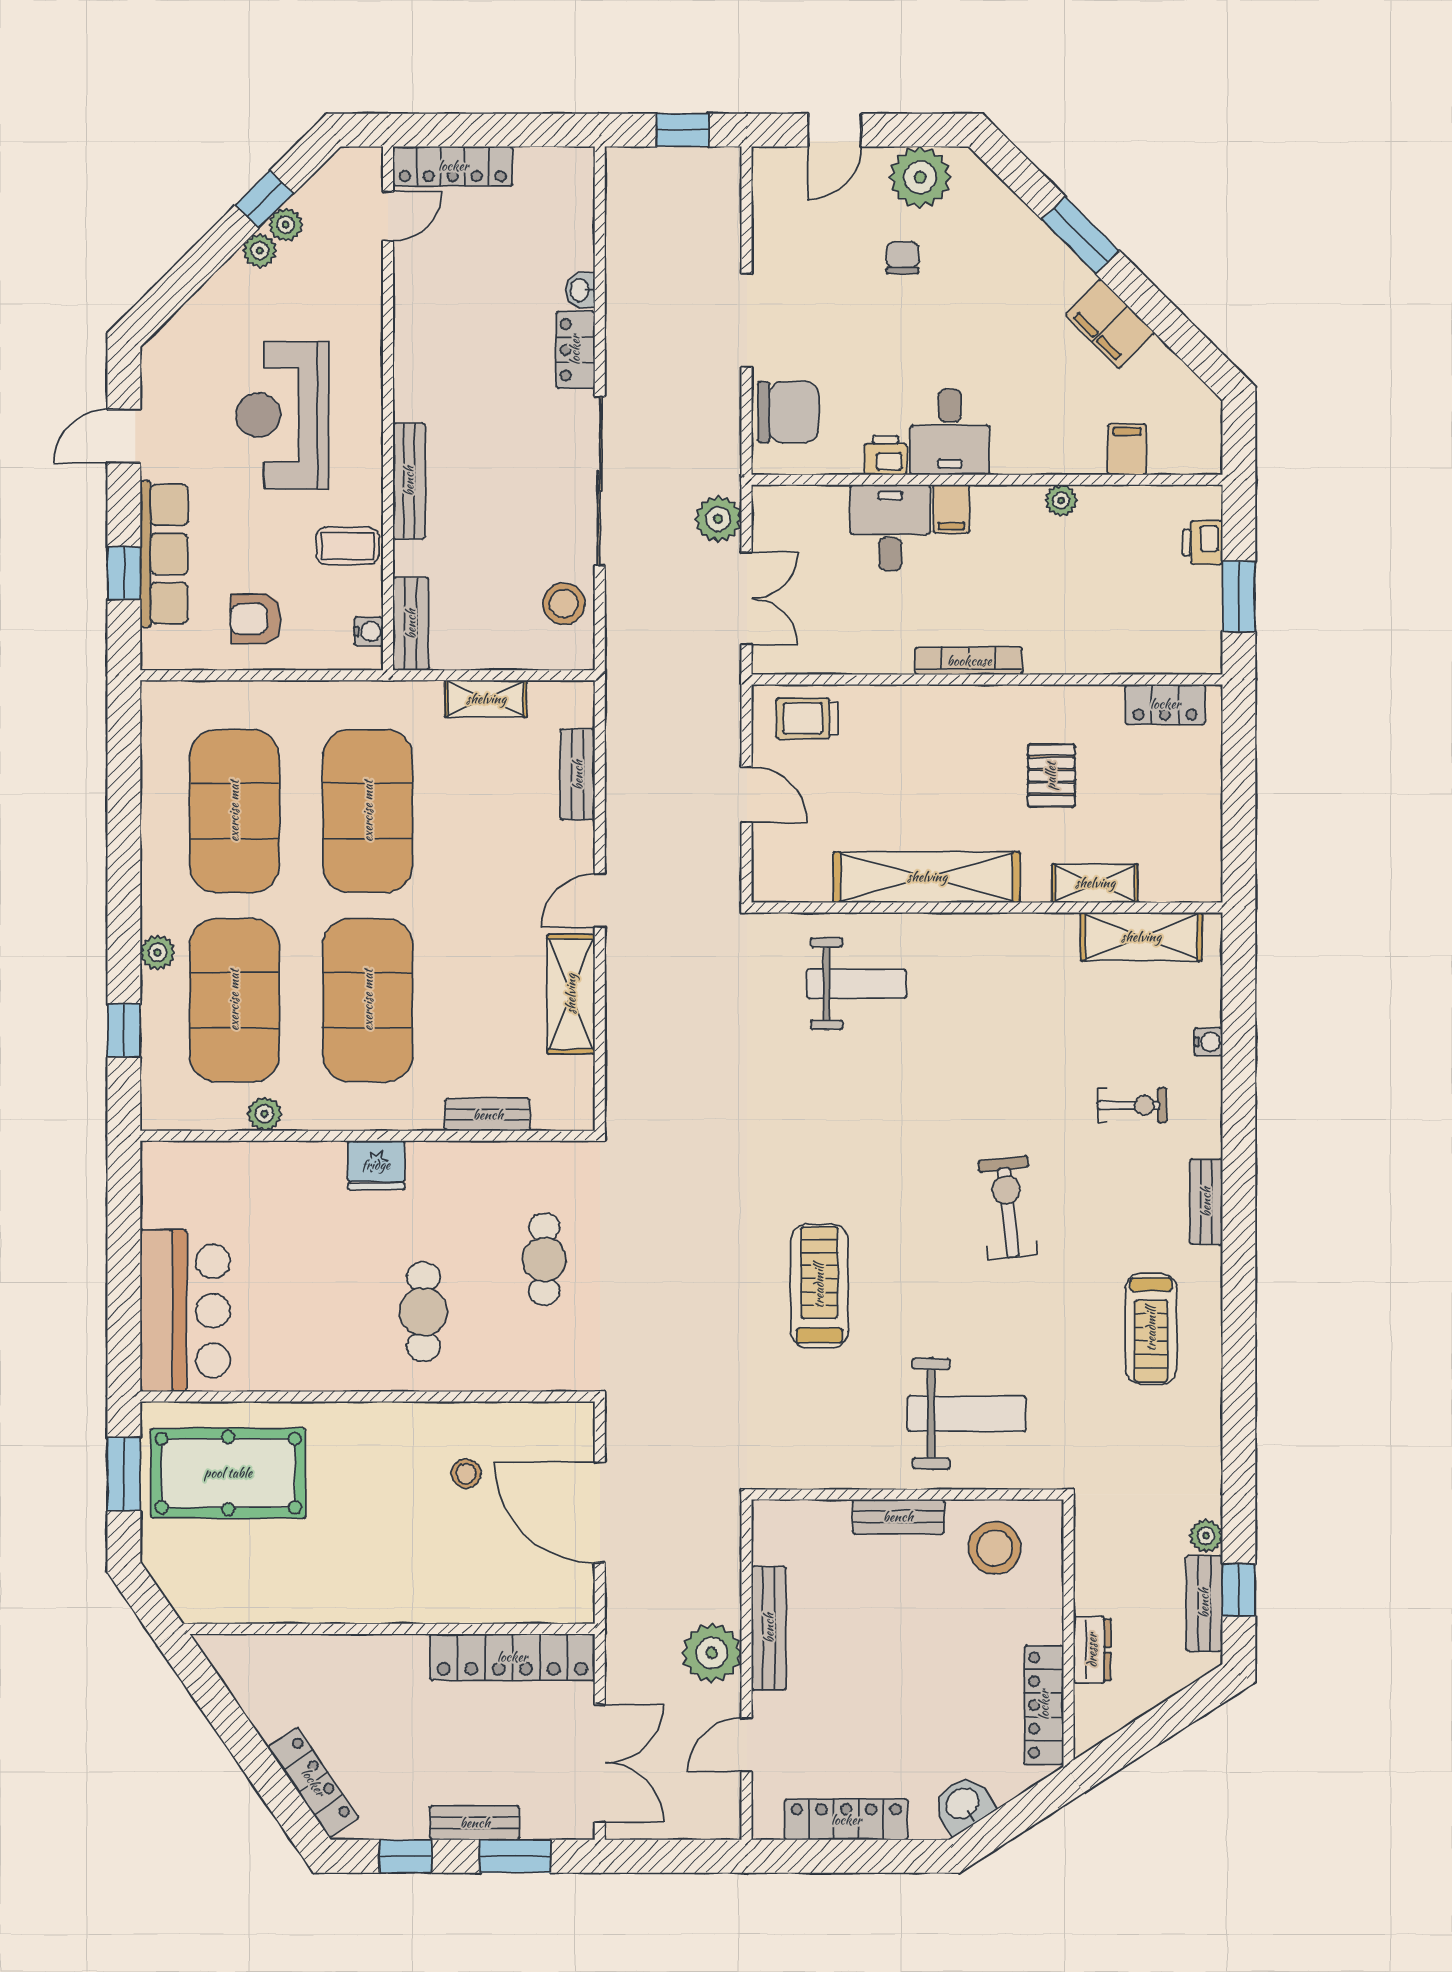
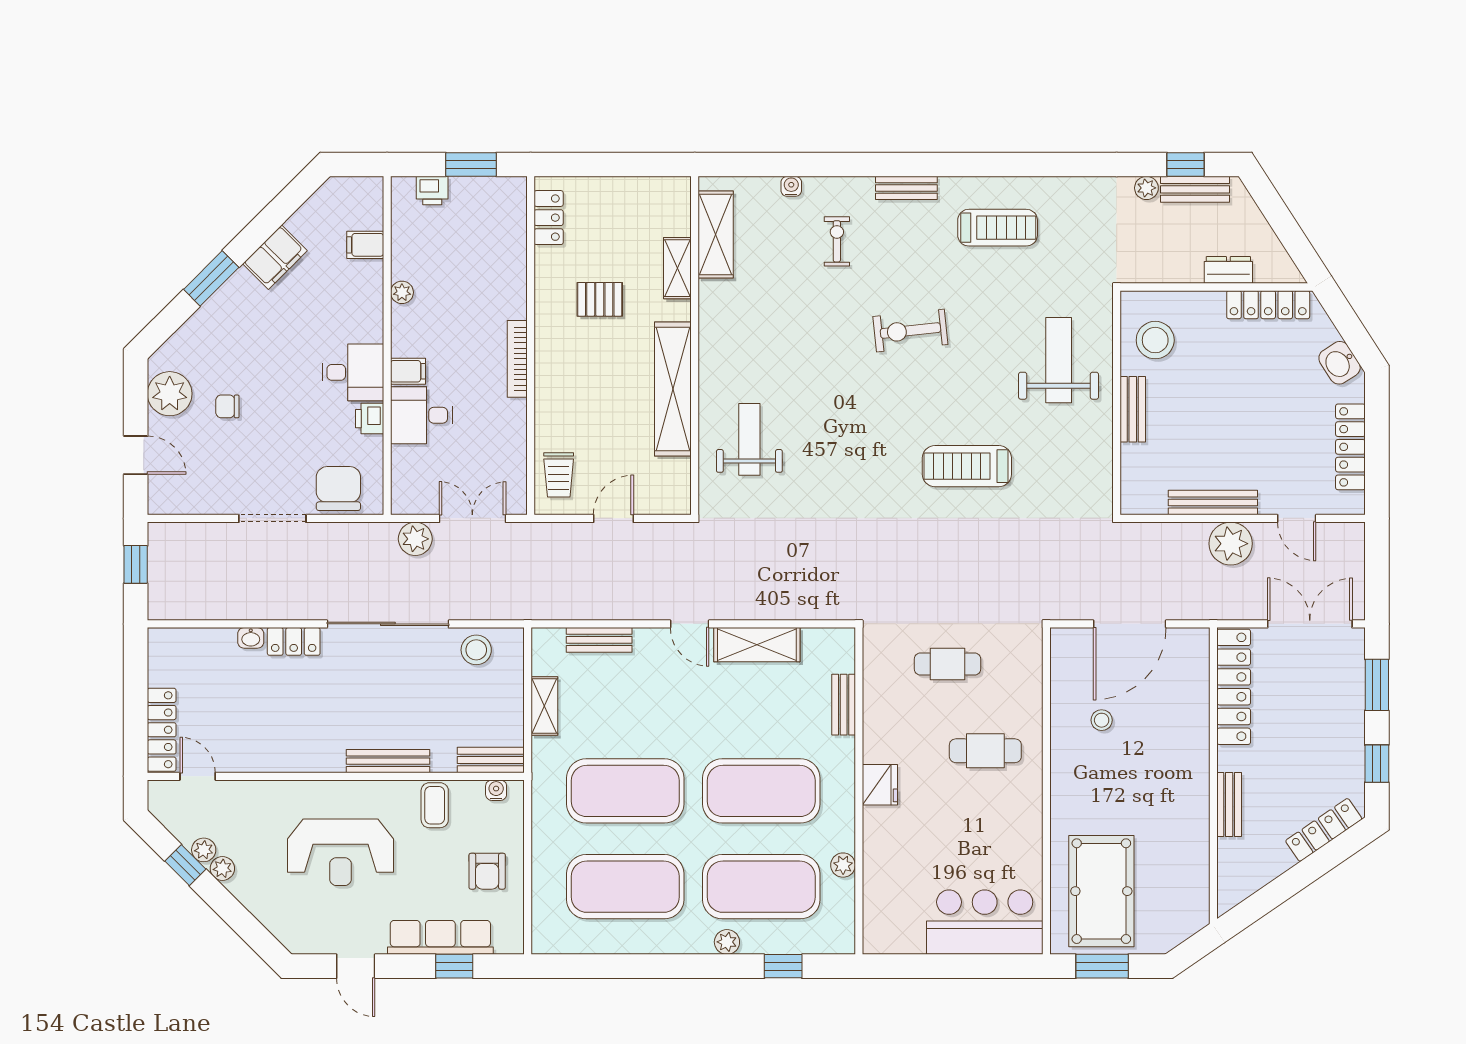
bench: (475, 1823) -> (1229, 804), moved

